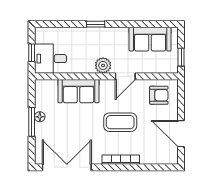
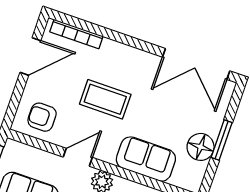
floor lamp: (40, 117) -> (201, 147), width x1.89, depth x1.89
door: (181, 134) -> (30, 56), hinge flipped
bookcase: (121, 160) -> (76, 34), moved

